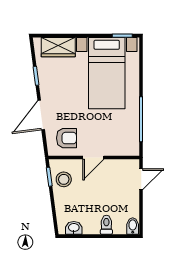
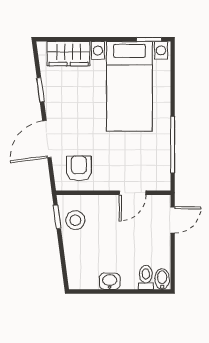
armchair: (66, 138) -> (79, 168), turned -90
door: (93, 158) -> (132, 193), moved
toilet: (106, 225) -> (146, 277), moved
washbasin: (74, 228) -> (110, 281), moved

